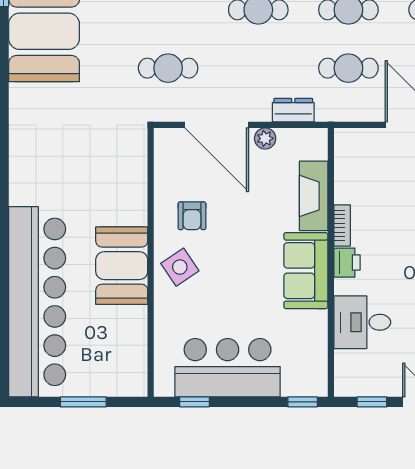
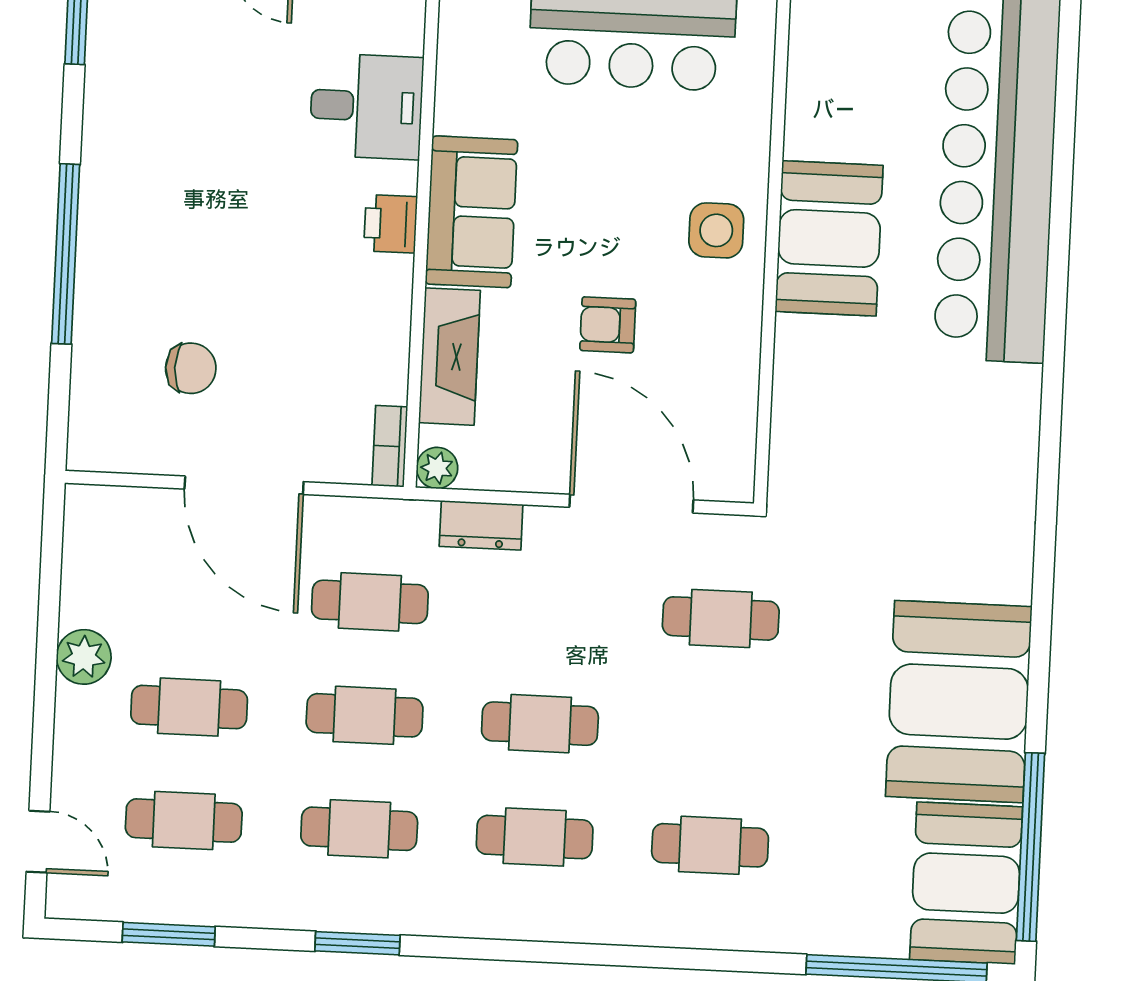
plant: (265, 138) -> (437, 468), moved
armchair: (192, 216) -> (608, 325), moved, turned -90
bookcase: (342, 225) -> (390, 446), moved
side table: (180, 267) -> (716, 230), turned 34

